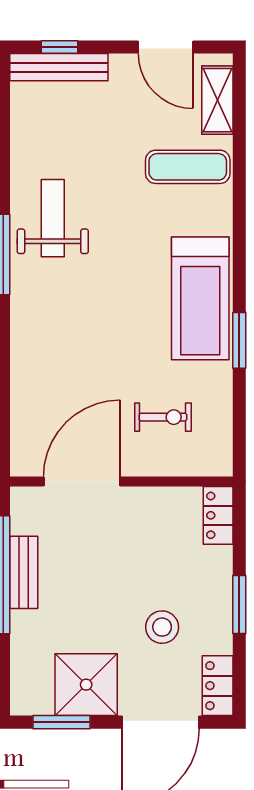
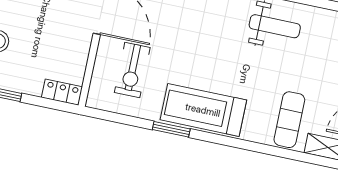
exercise bike: (163, 417) -> (132, 70), width x1.38, depth x1.39

